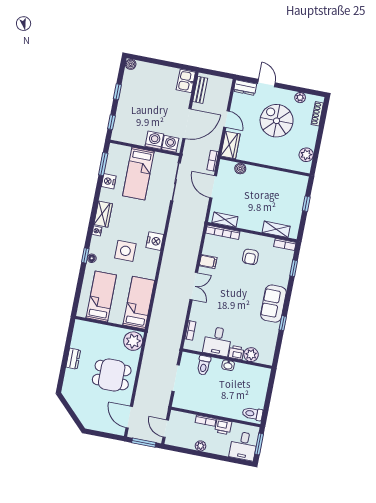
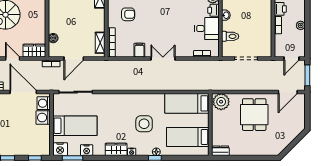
door: (226, 119) -> (13, 59), hinge flipped
nightstand: (155, 241) -> (60, 149), moved, turned 180
dresser: (73, 359) -> (220, 151), moved

